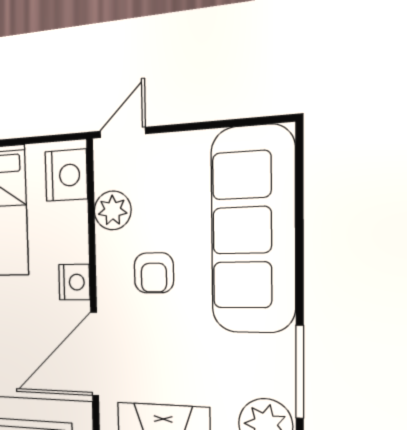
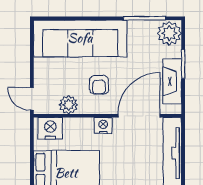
armchair: (154, 273) -> (99, 85), turned 90
door: (95, 354) -> (139, 116), swing flipped

